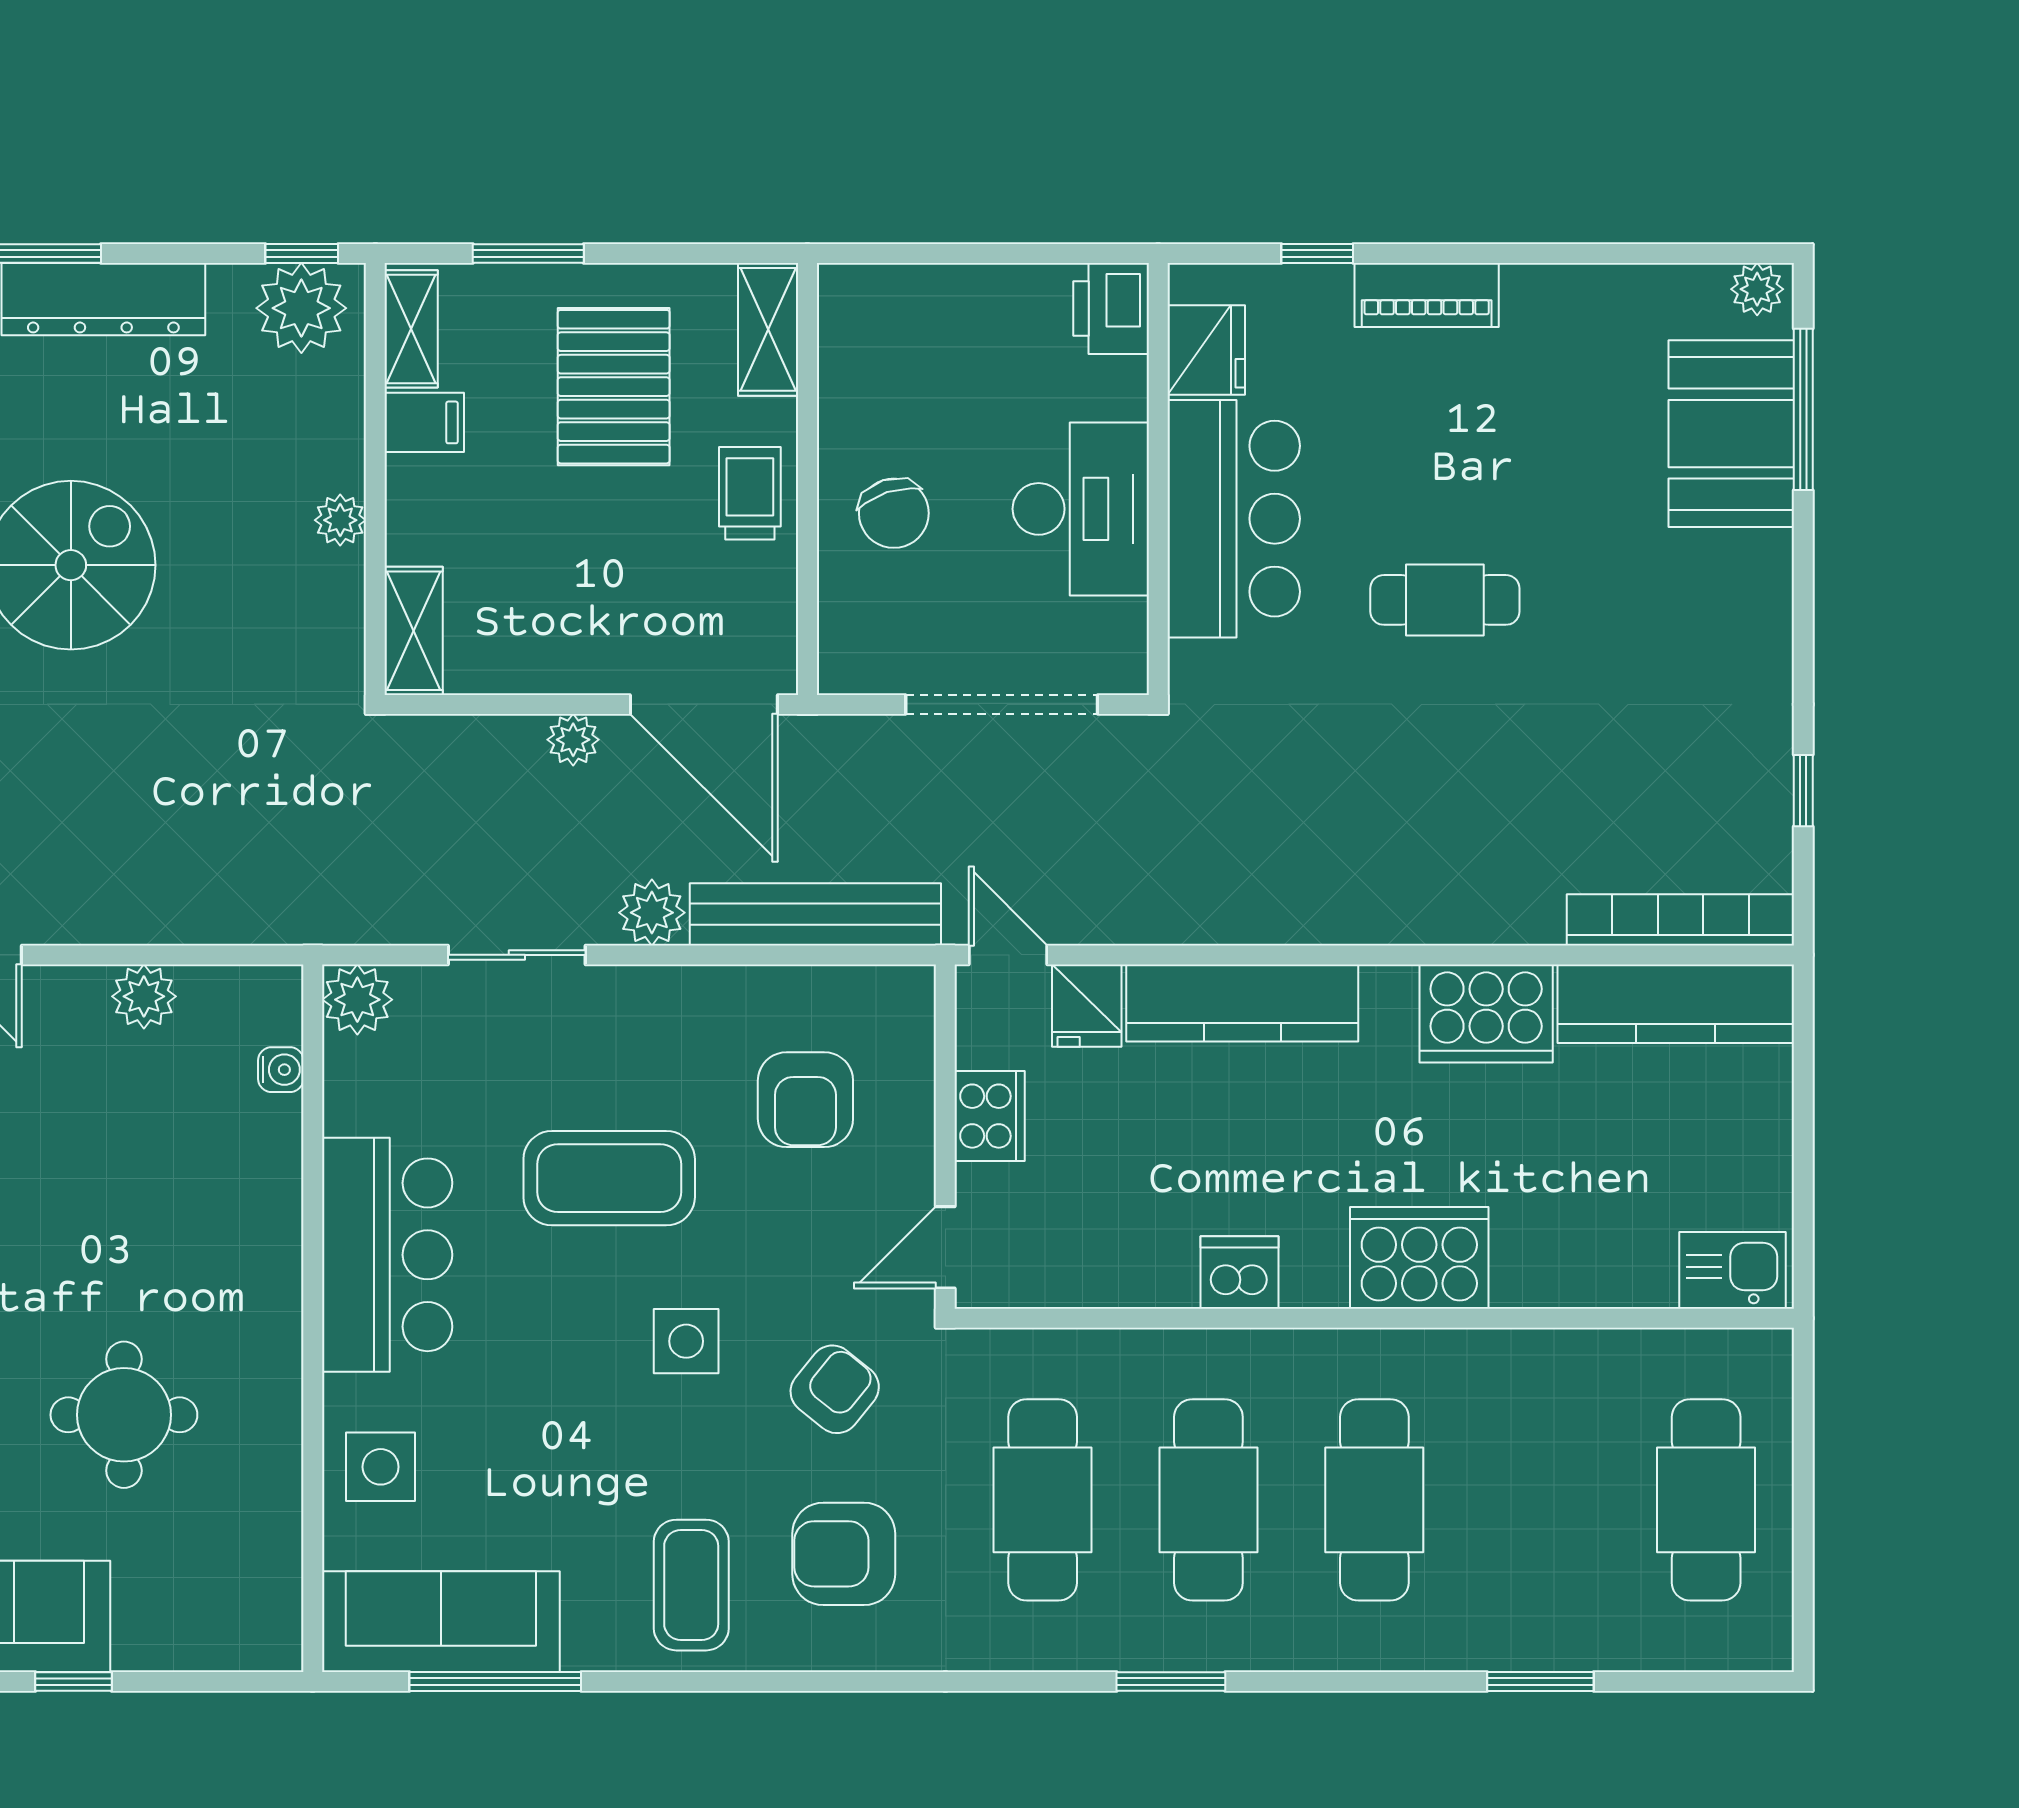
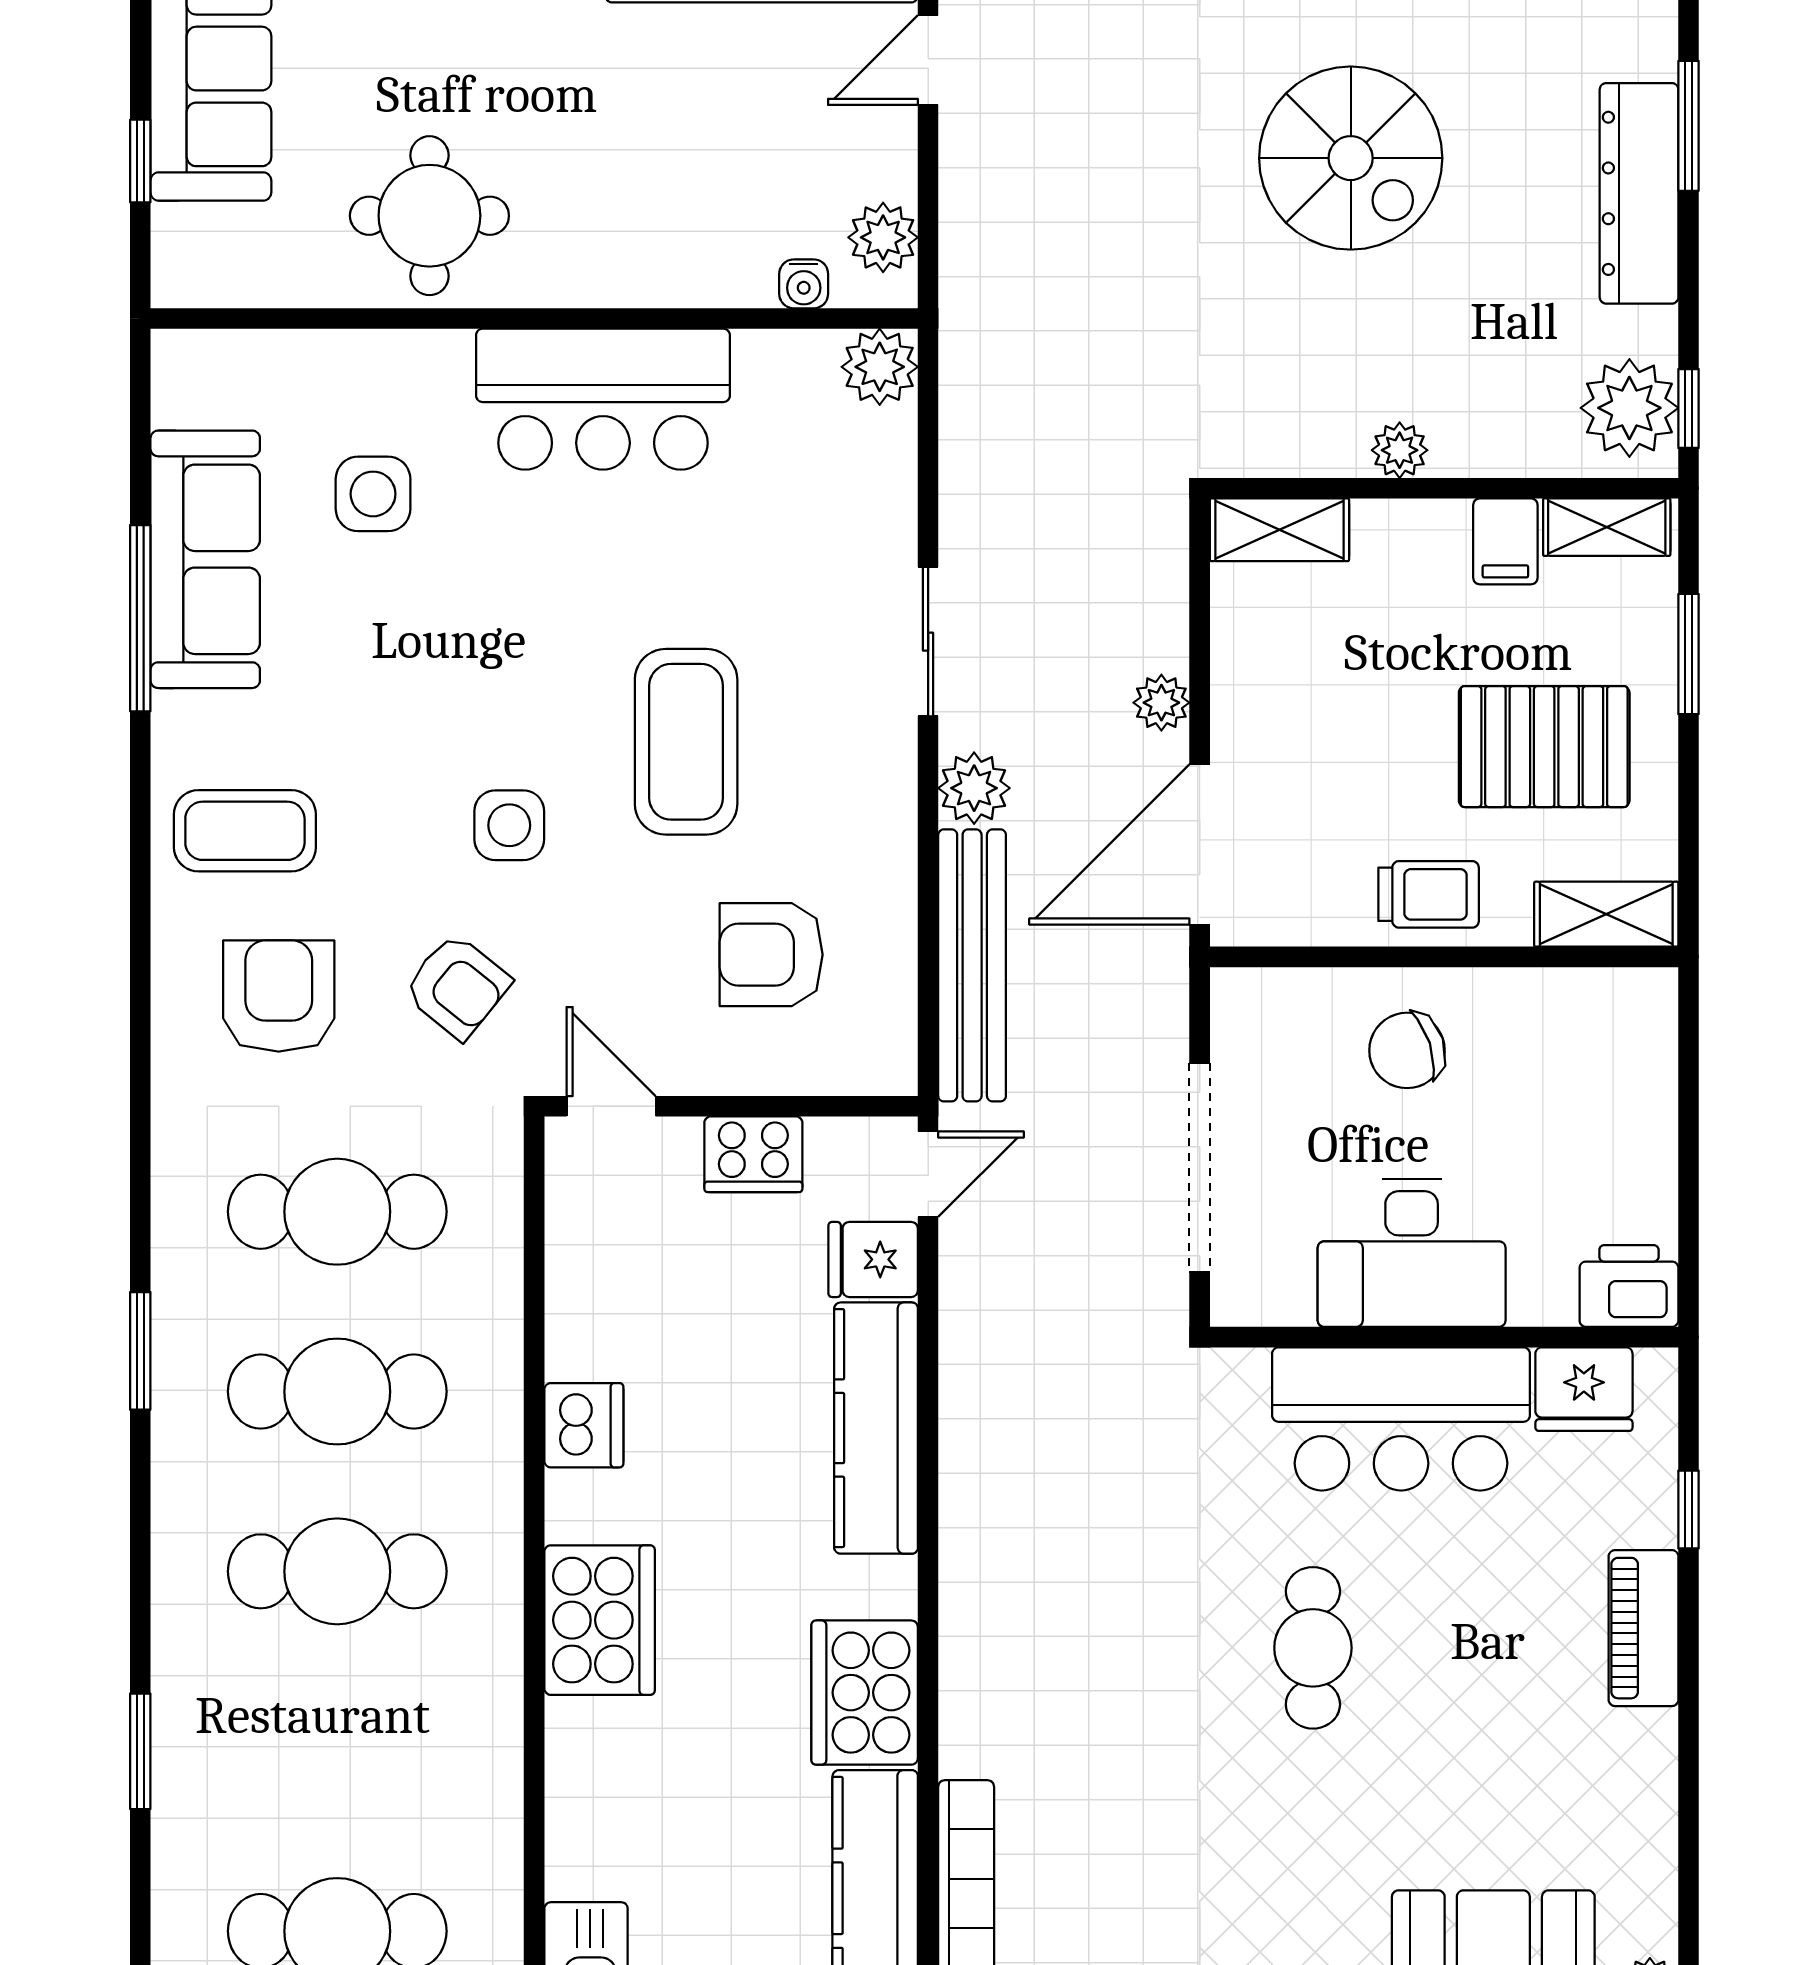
plant: (357, 1000) -> (880, 367), moved
water cooler: (281, 1070) -> (804, 284), moved
bar counter: (387, 1255) -> (603, 399), moved
wall: (313, 1318) -> (534, 319), moved

